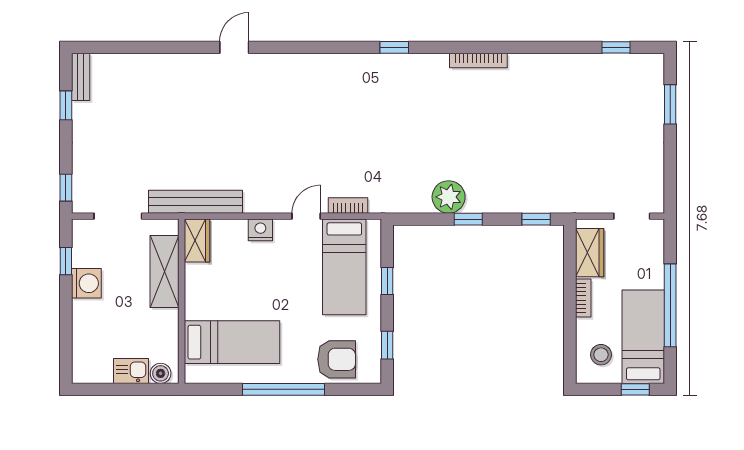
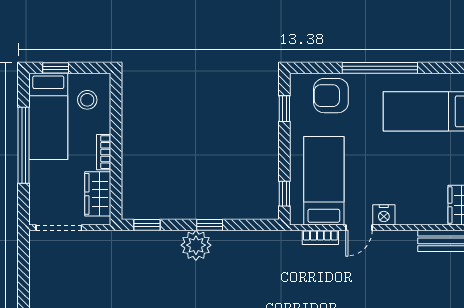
plant: (449, 197) -> (196, 245), moved
doorway: (632, 216) -> (59, 228), width x1.38
nightstand: (260, 230) -> (384, 215), moved
window: (387, 281) -> (284, 194), moved

